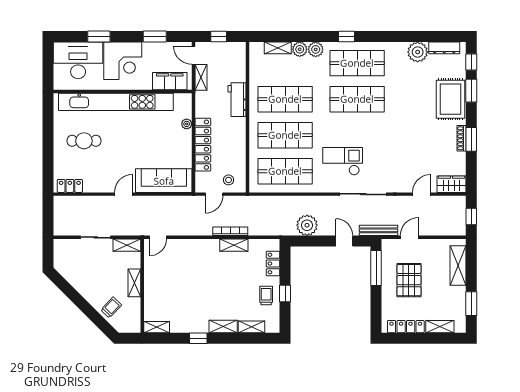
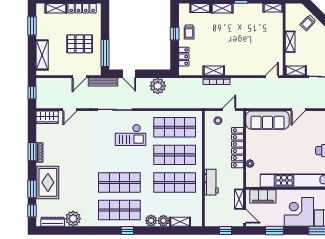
pallet: (409, 280) -> (80, 44), turned 90

